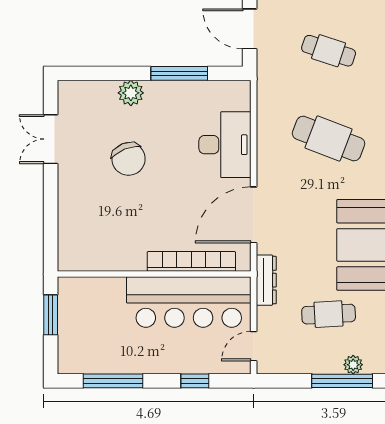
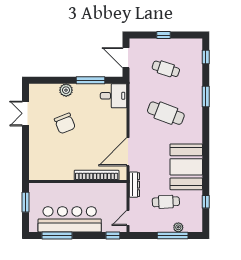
desk: (225, 145) -> (114, 96), moved, width x0.73
bar counter: (189, 302) -> (70, 219), moved, turned 180
window: (195, 381) -> (113, 236), moved

